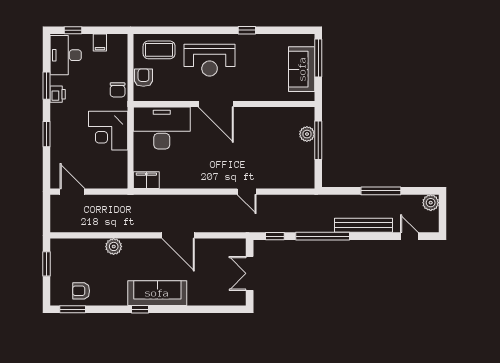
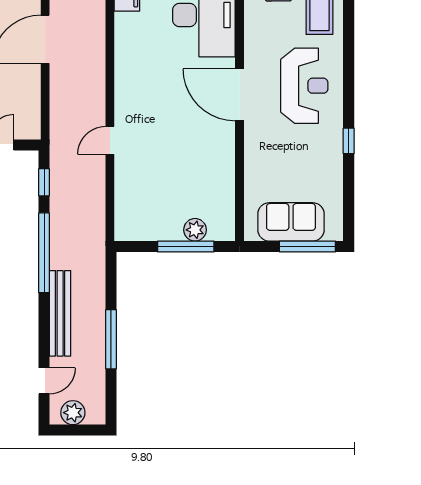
reception desk: (210, 60) -> (304, 86), turned 180
door: (216, 104) -> (240, 95), hinge flipped
plant: (431, 203) -> (73, 413), moved

